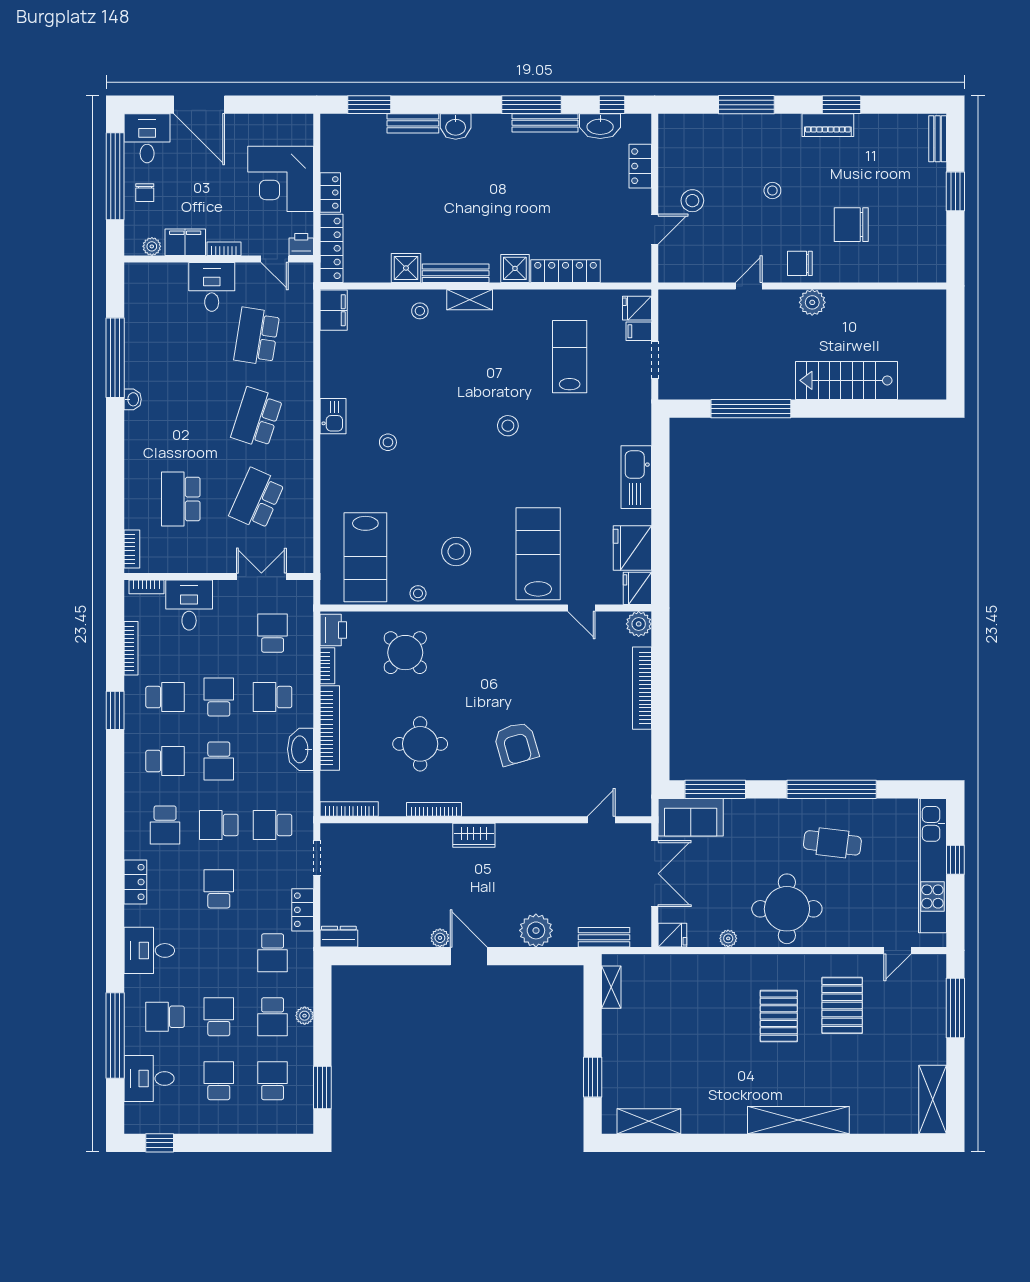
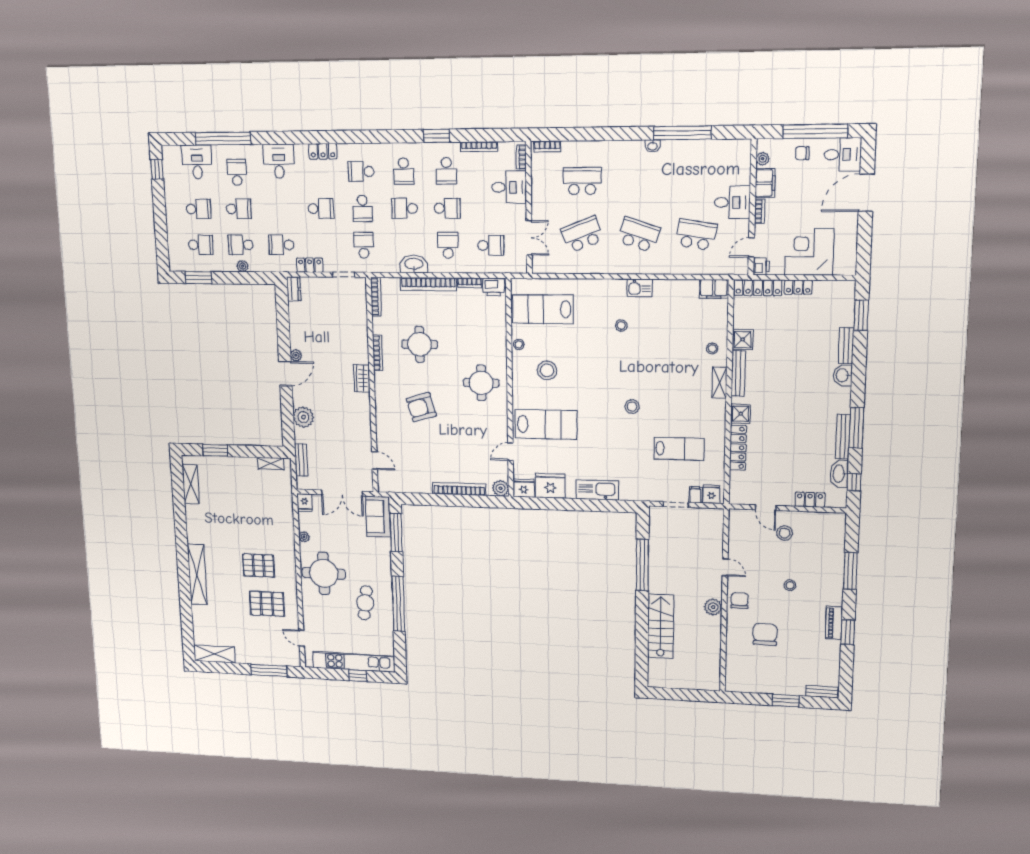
school desk: (257, 499) -> (582, 235), turned -45
round table: (405, 653) -> (481, 383), moved, turned 45
school desk: (219, 825) -> (362, 209), turned 180

